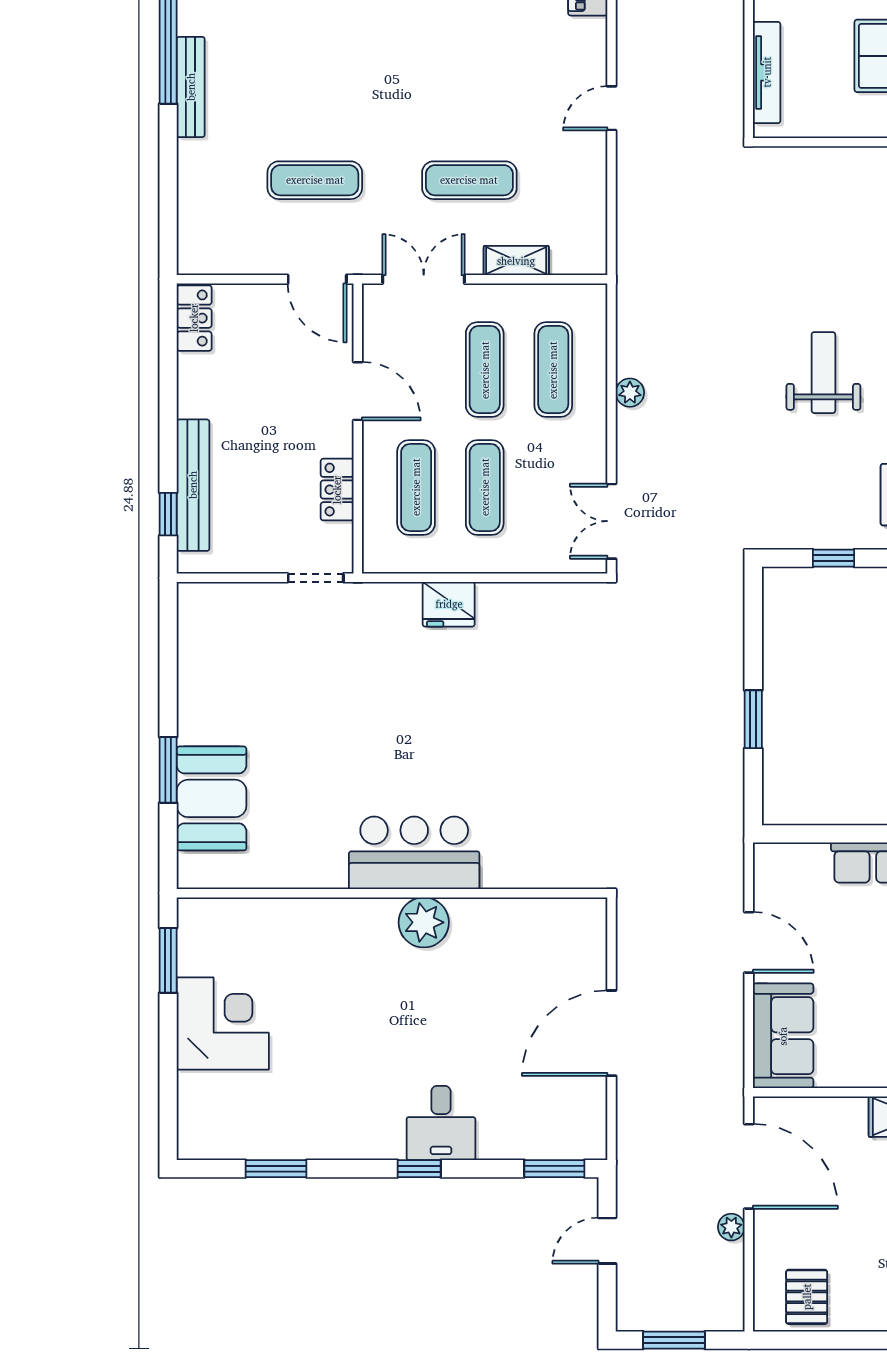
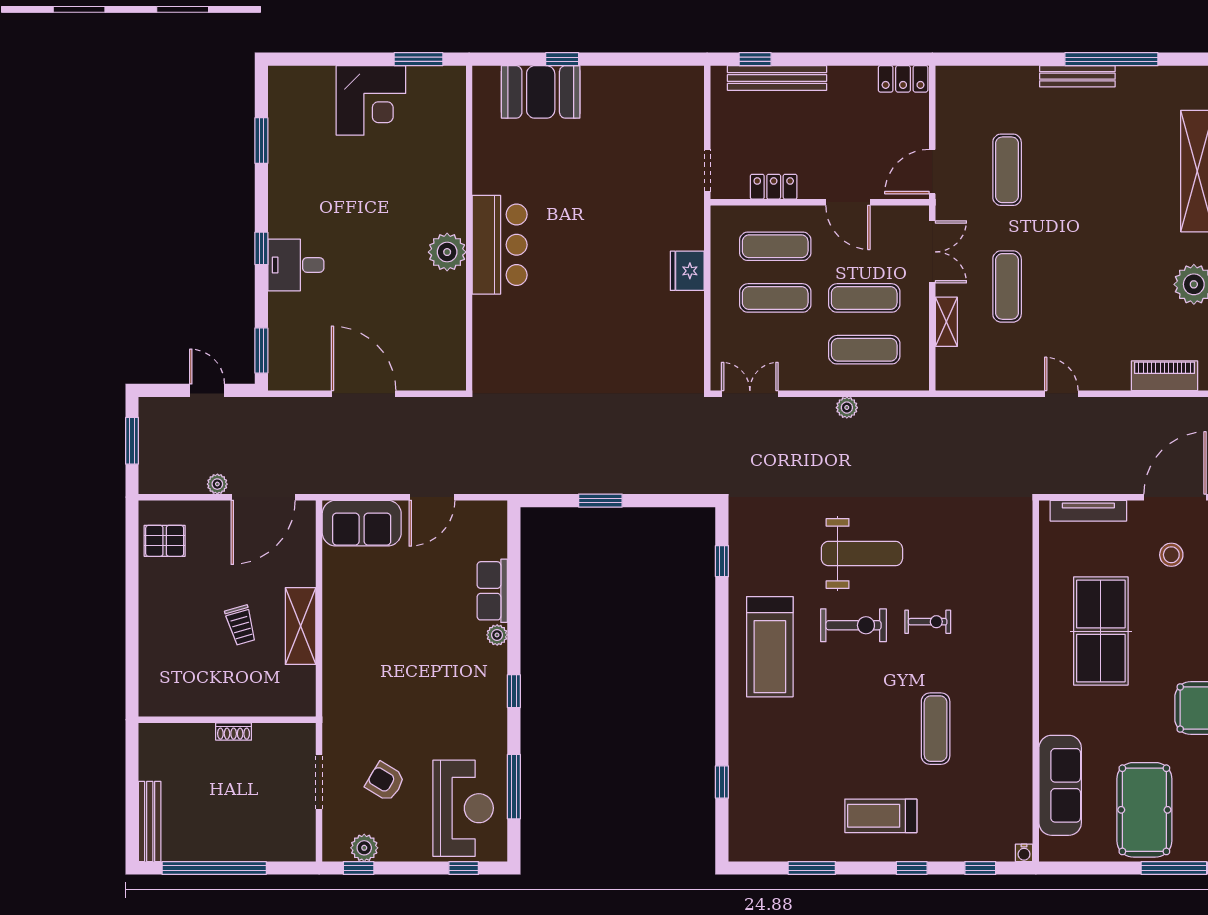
weight bench: (823, 373) -> (862, 554), width x1.36, depth x1.33
door: (358, 391) -> (848, 202), hinge flipped
window: (168, 770) -> (562, 59), width x0.67

